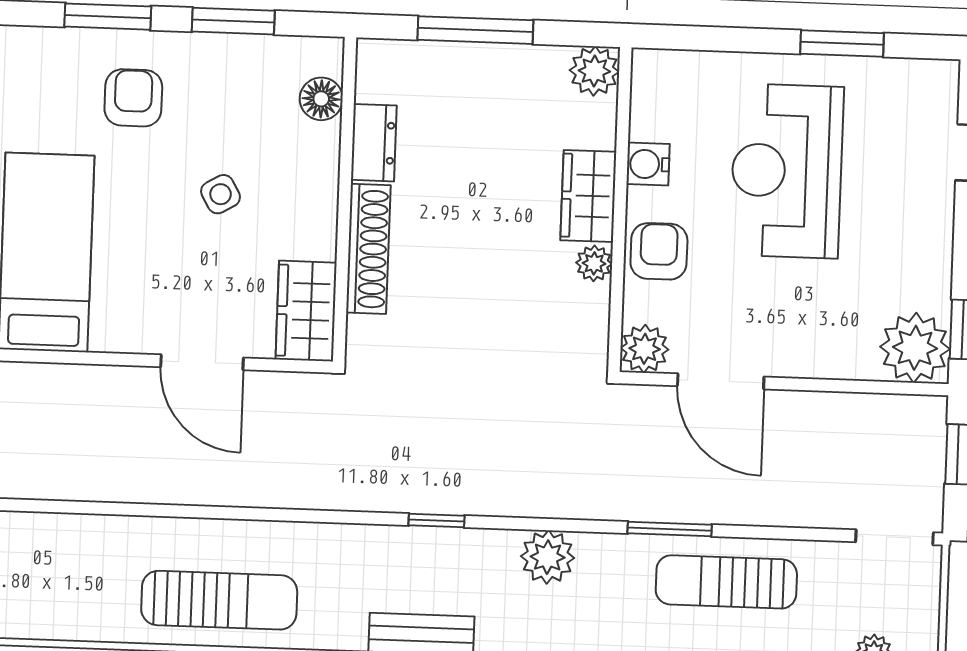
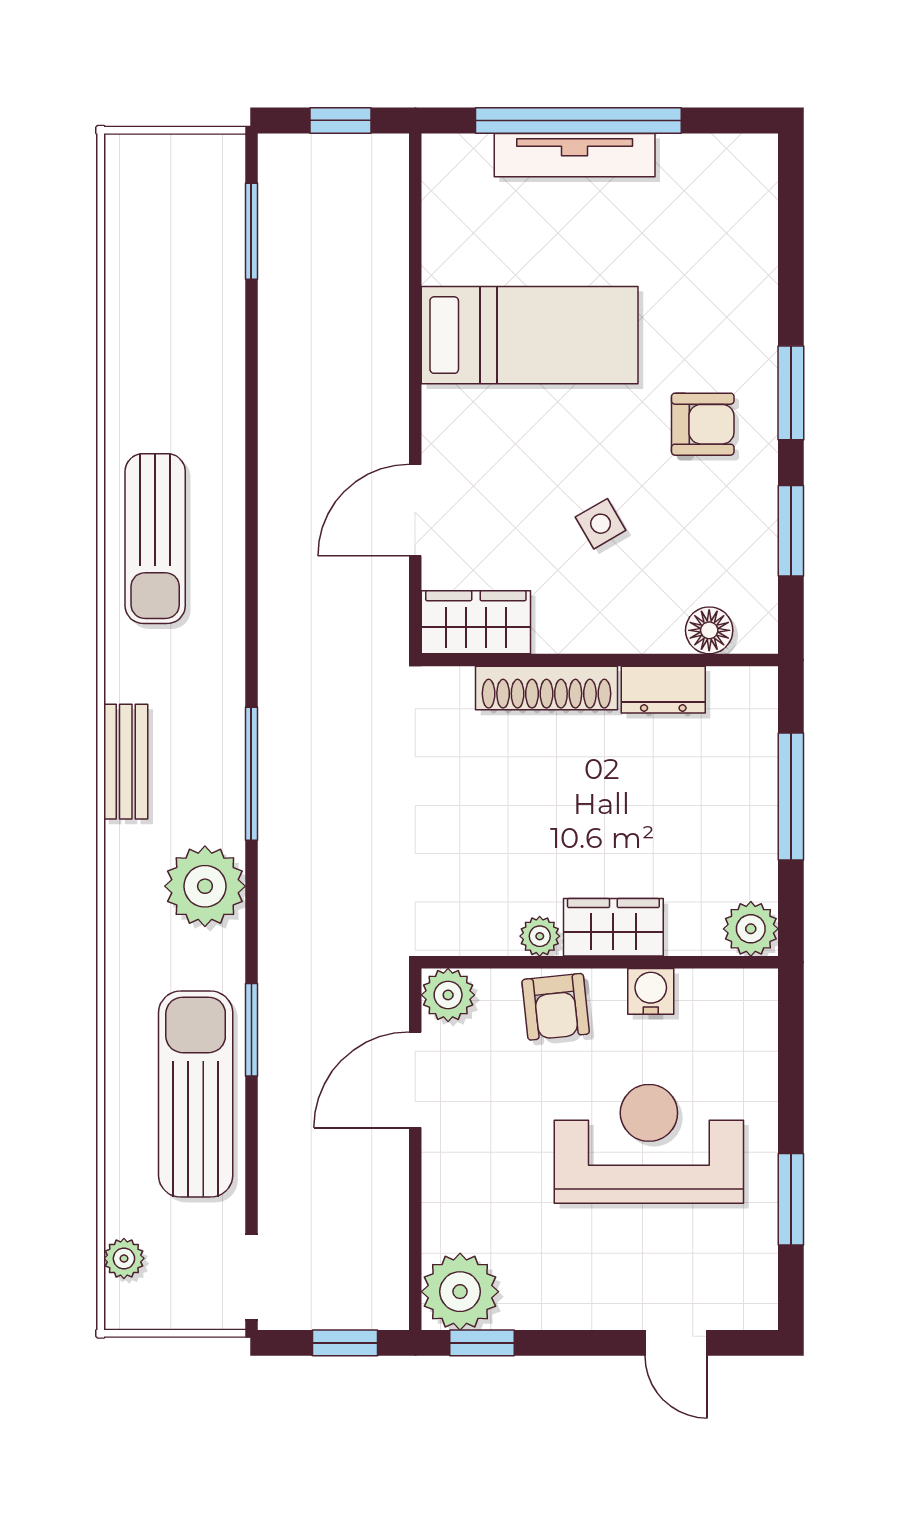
armchair: (659, 251) -> (556, 1007), turned 84
window: (437, 520) -> (251, 774), width x2.17
plant: (548, 557) -> (205, 886), width x1.36, depth x1.36
sun lounger: (726, 582) -> (196, 1094), width x1.36, depth x1.34

